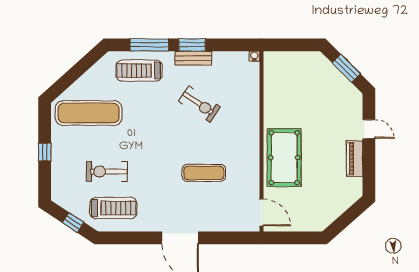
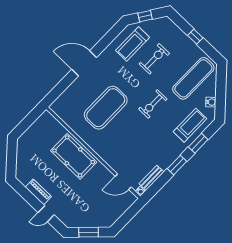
window: (149, 45) -> (198, 143), width x0.69
bench: (193, 58) -> (152, 178), moved
water cooler: (95, 72) -> (211, 102), added
exercise bike: (199, 104) -> (153, 104), moved, turned -34
exercise mat: (204, 173) -> (106, 108), width x2.00, depth x1.45
door: (261, 213) -> (123, 182), moved

